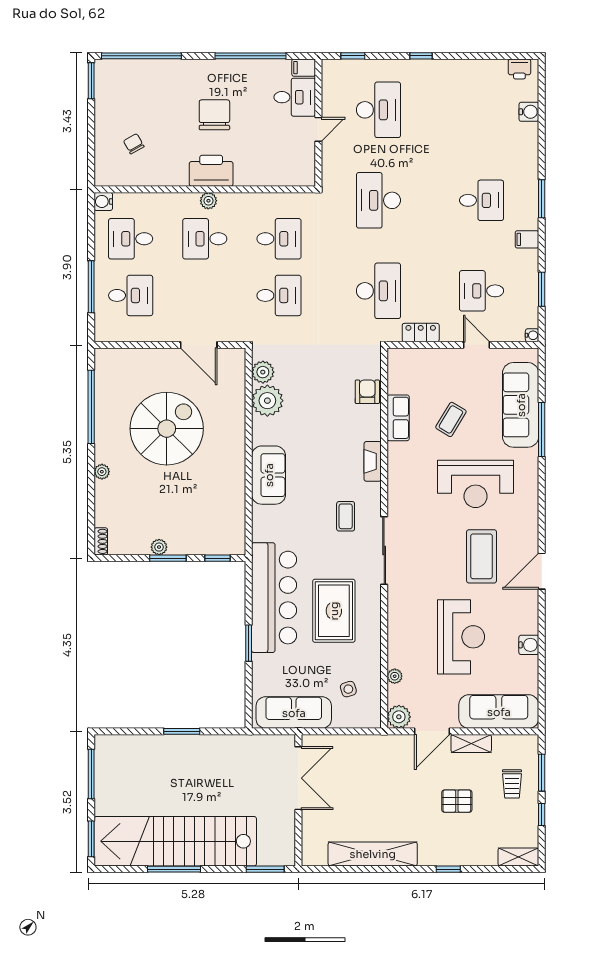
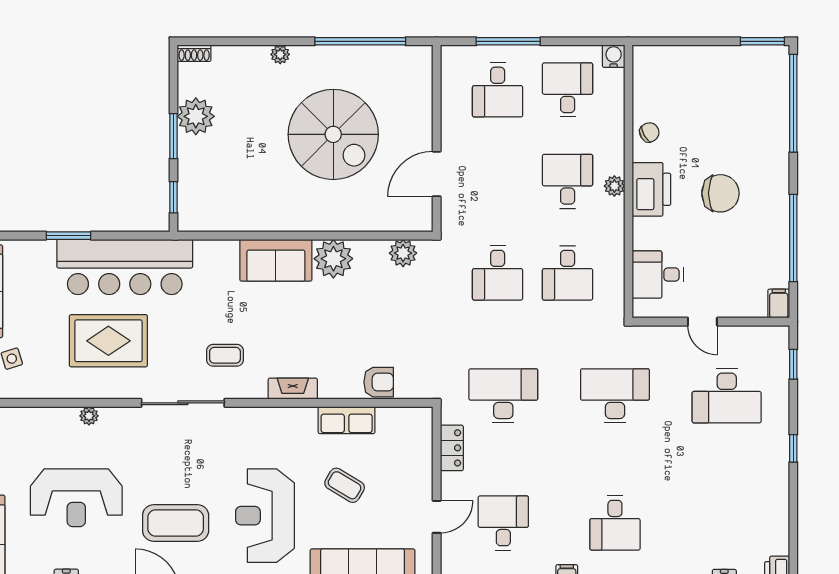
desk: (295, 97) -> (658, 275), moved, turned 90
chair: (134, 144) -> (649, 132), moved
desk: (378, 291) -> (503, 396), turned 180
plant: (267, 401) -> (333, 259), moved
plant: (159, 547) -> (196, 116), width x1.88, depth x1.88
plant: (395, 676) -> (89, 416), moved

